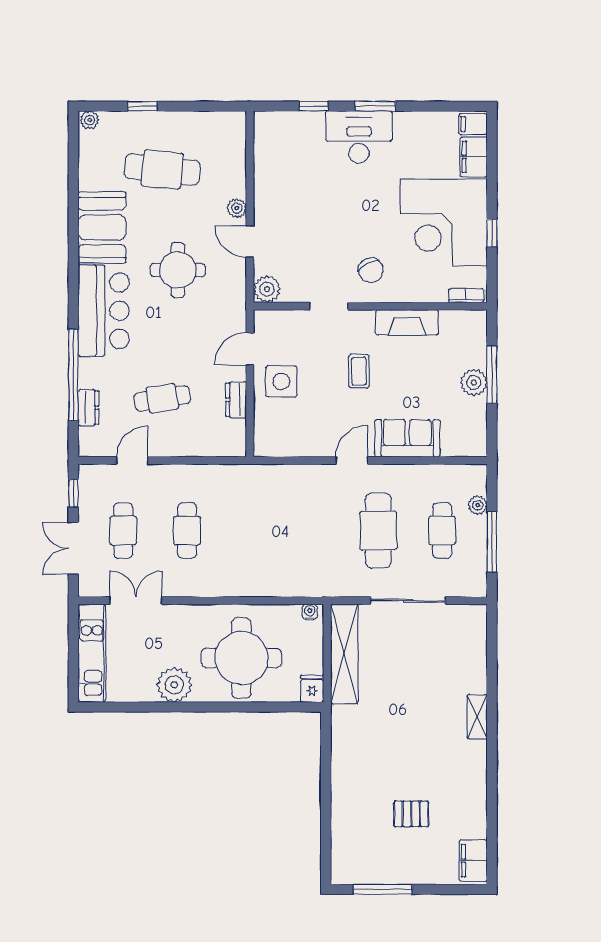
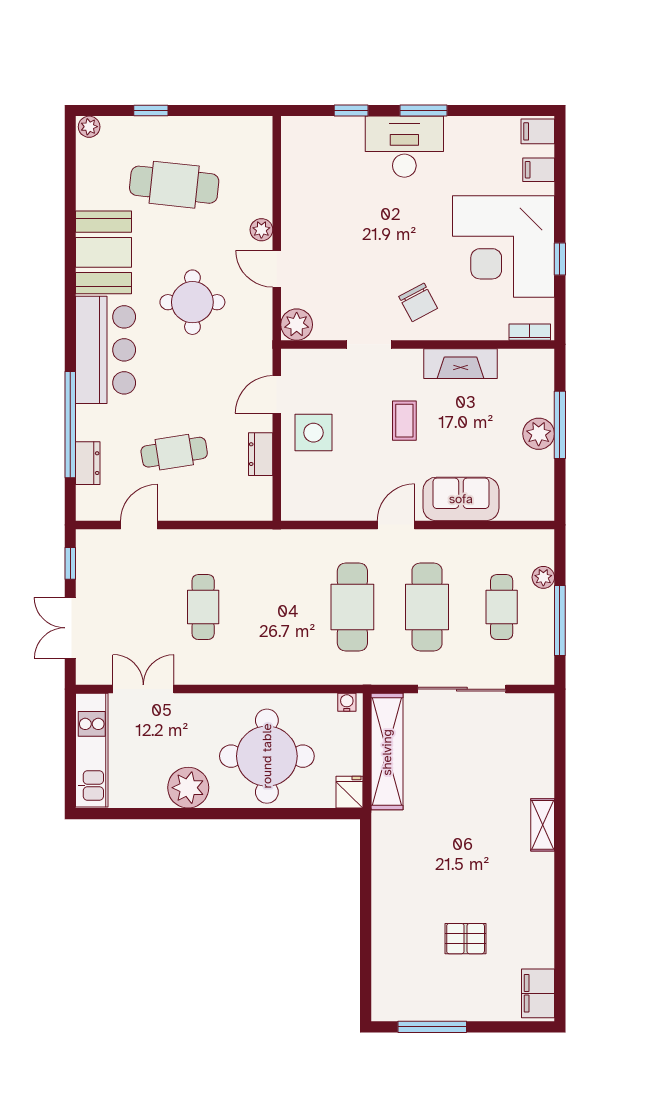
filing cabinet: (474, 157) -> (539, 170), width x0.50
cafe table: (123, 531) -> (352, 607), moved, width x1.37, depth x1.35

